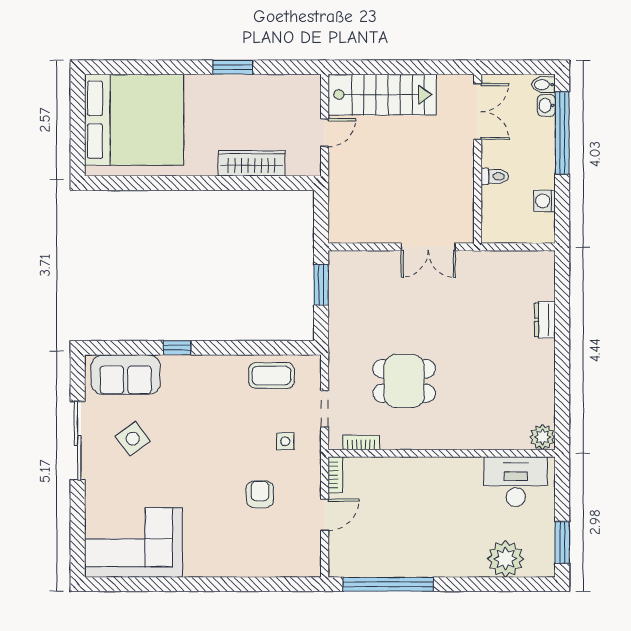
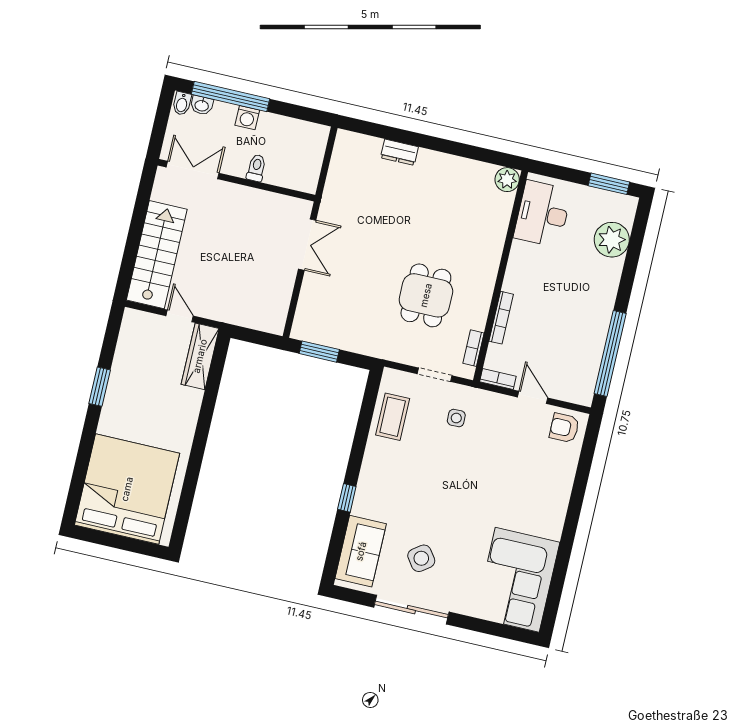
wardrobe: (252, 163) -> (200, 356), moved
washing machine: (544, 201) -> (247, 118), moved
bookcase: (399, 464) -> (501, 318), added
armchair: (260, 494) -> (564, 428), moved

